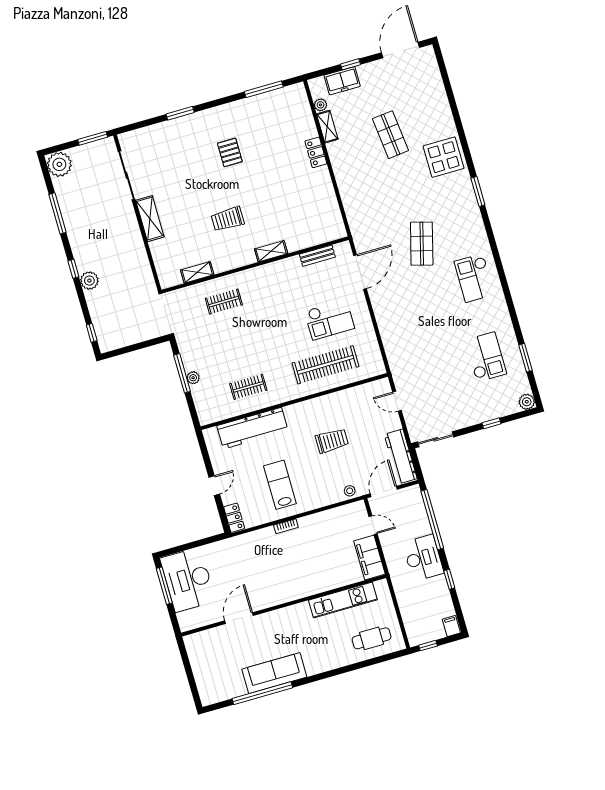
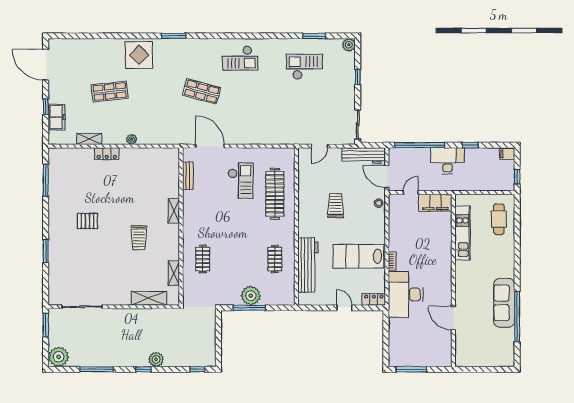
plant: (321, 105) -> (132, 139), moved
shelving: (150, 219) -> (149, 298), moved
plant: (193, 378) -> (251, 296), width x1.88, depth x1.88
lab bench: (280, 485) -> (358, 256), width x1.36, depth x1.39
desk: (188, 580) -> (406, 294), moved, turned 90

